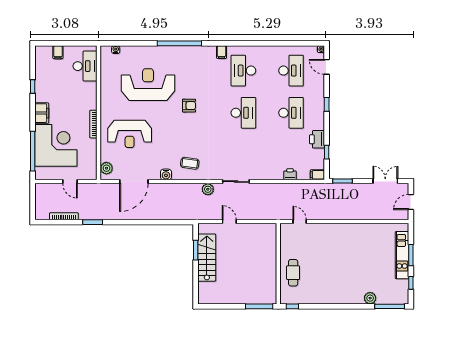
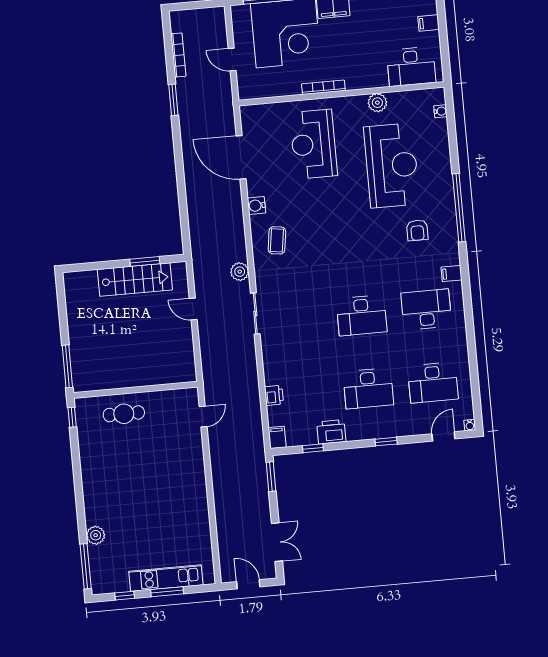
armchair: (189, 106) -> (417, 230), moved
plant: (106, 168) -> (377, 103), moved
door: (70, 182) -> (232, 60), hinge flipped
door: (229, 222) -> (193, 309), swing flipped

